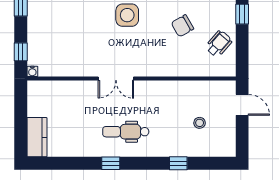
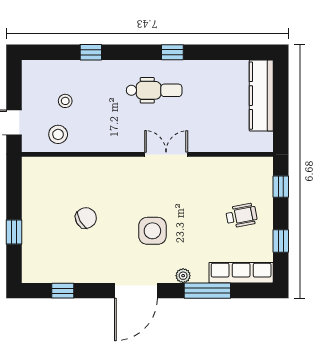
wheelchair: (219, 44) -> (241, 216), moved, turned -142
water cooler: (32, 71) -> (267, 163), removed
stool: (206, 95) -> (58, 134), added
kitchen counter: (37, 137) -> (261, 96), width x1.50

